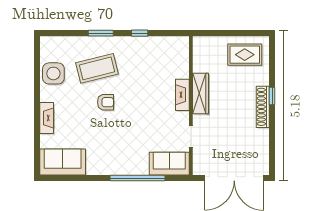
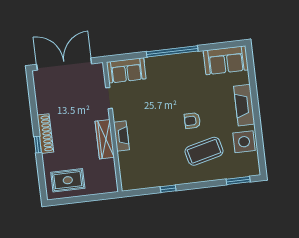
window: (101, 33) -> (238, 181), moved
fireplace: (47, 118) -> (244, 105), width x1.37, depth x1.32
window: (138, 178) -> (172, 51), moved

